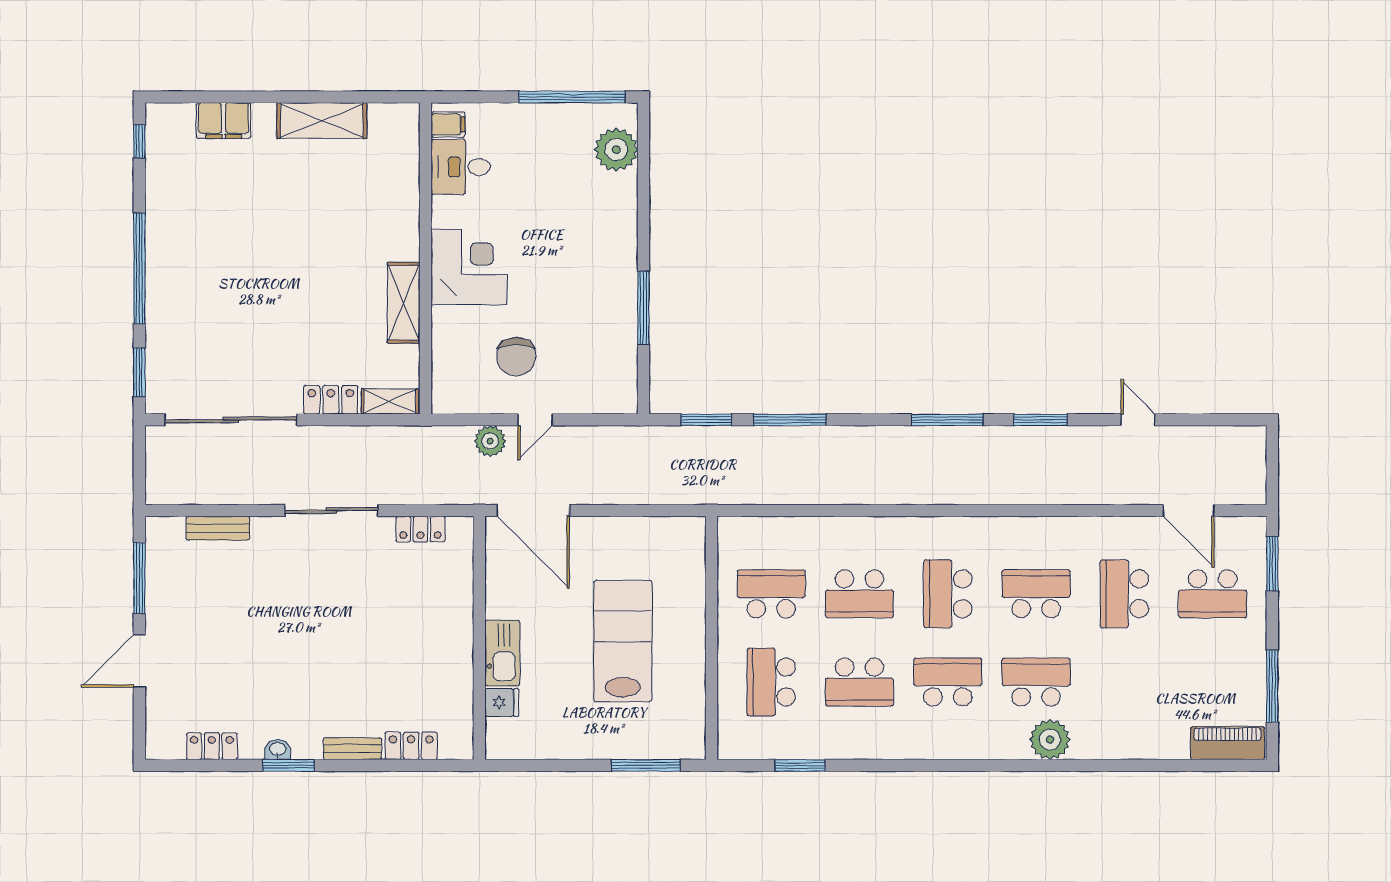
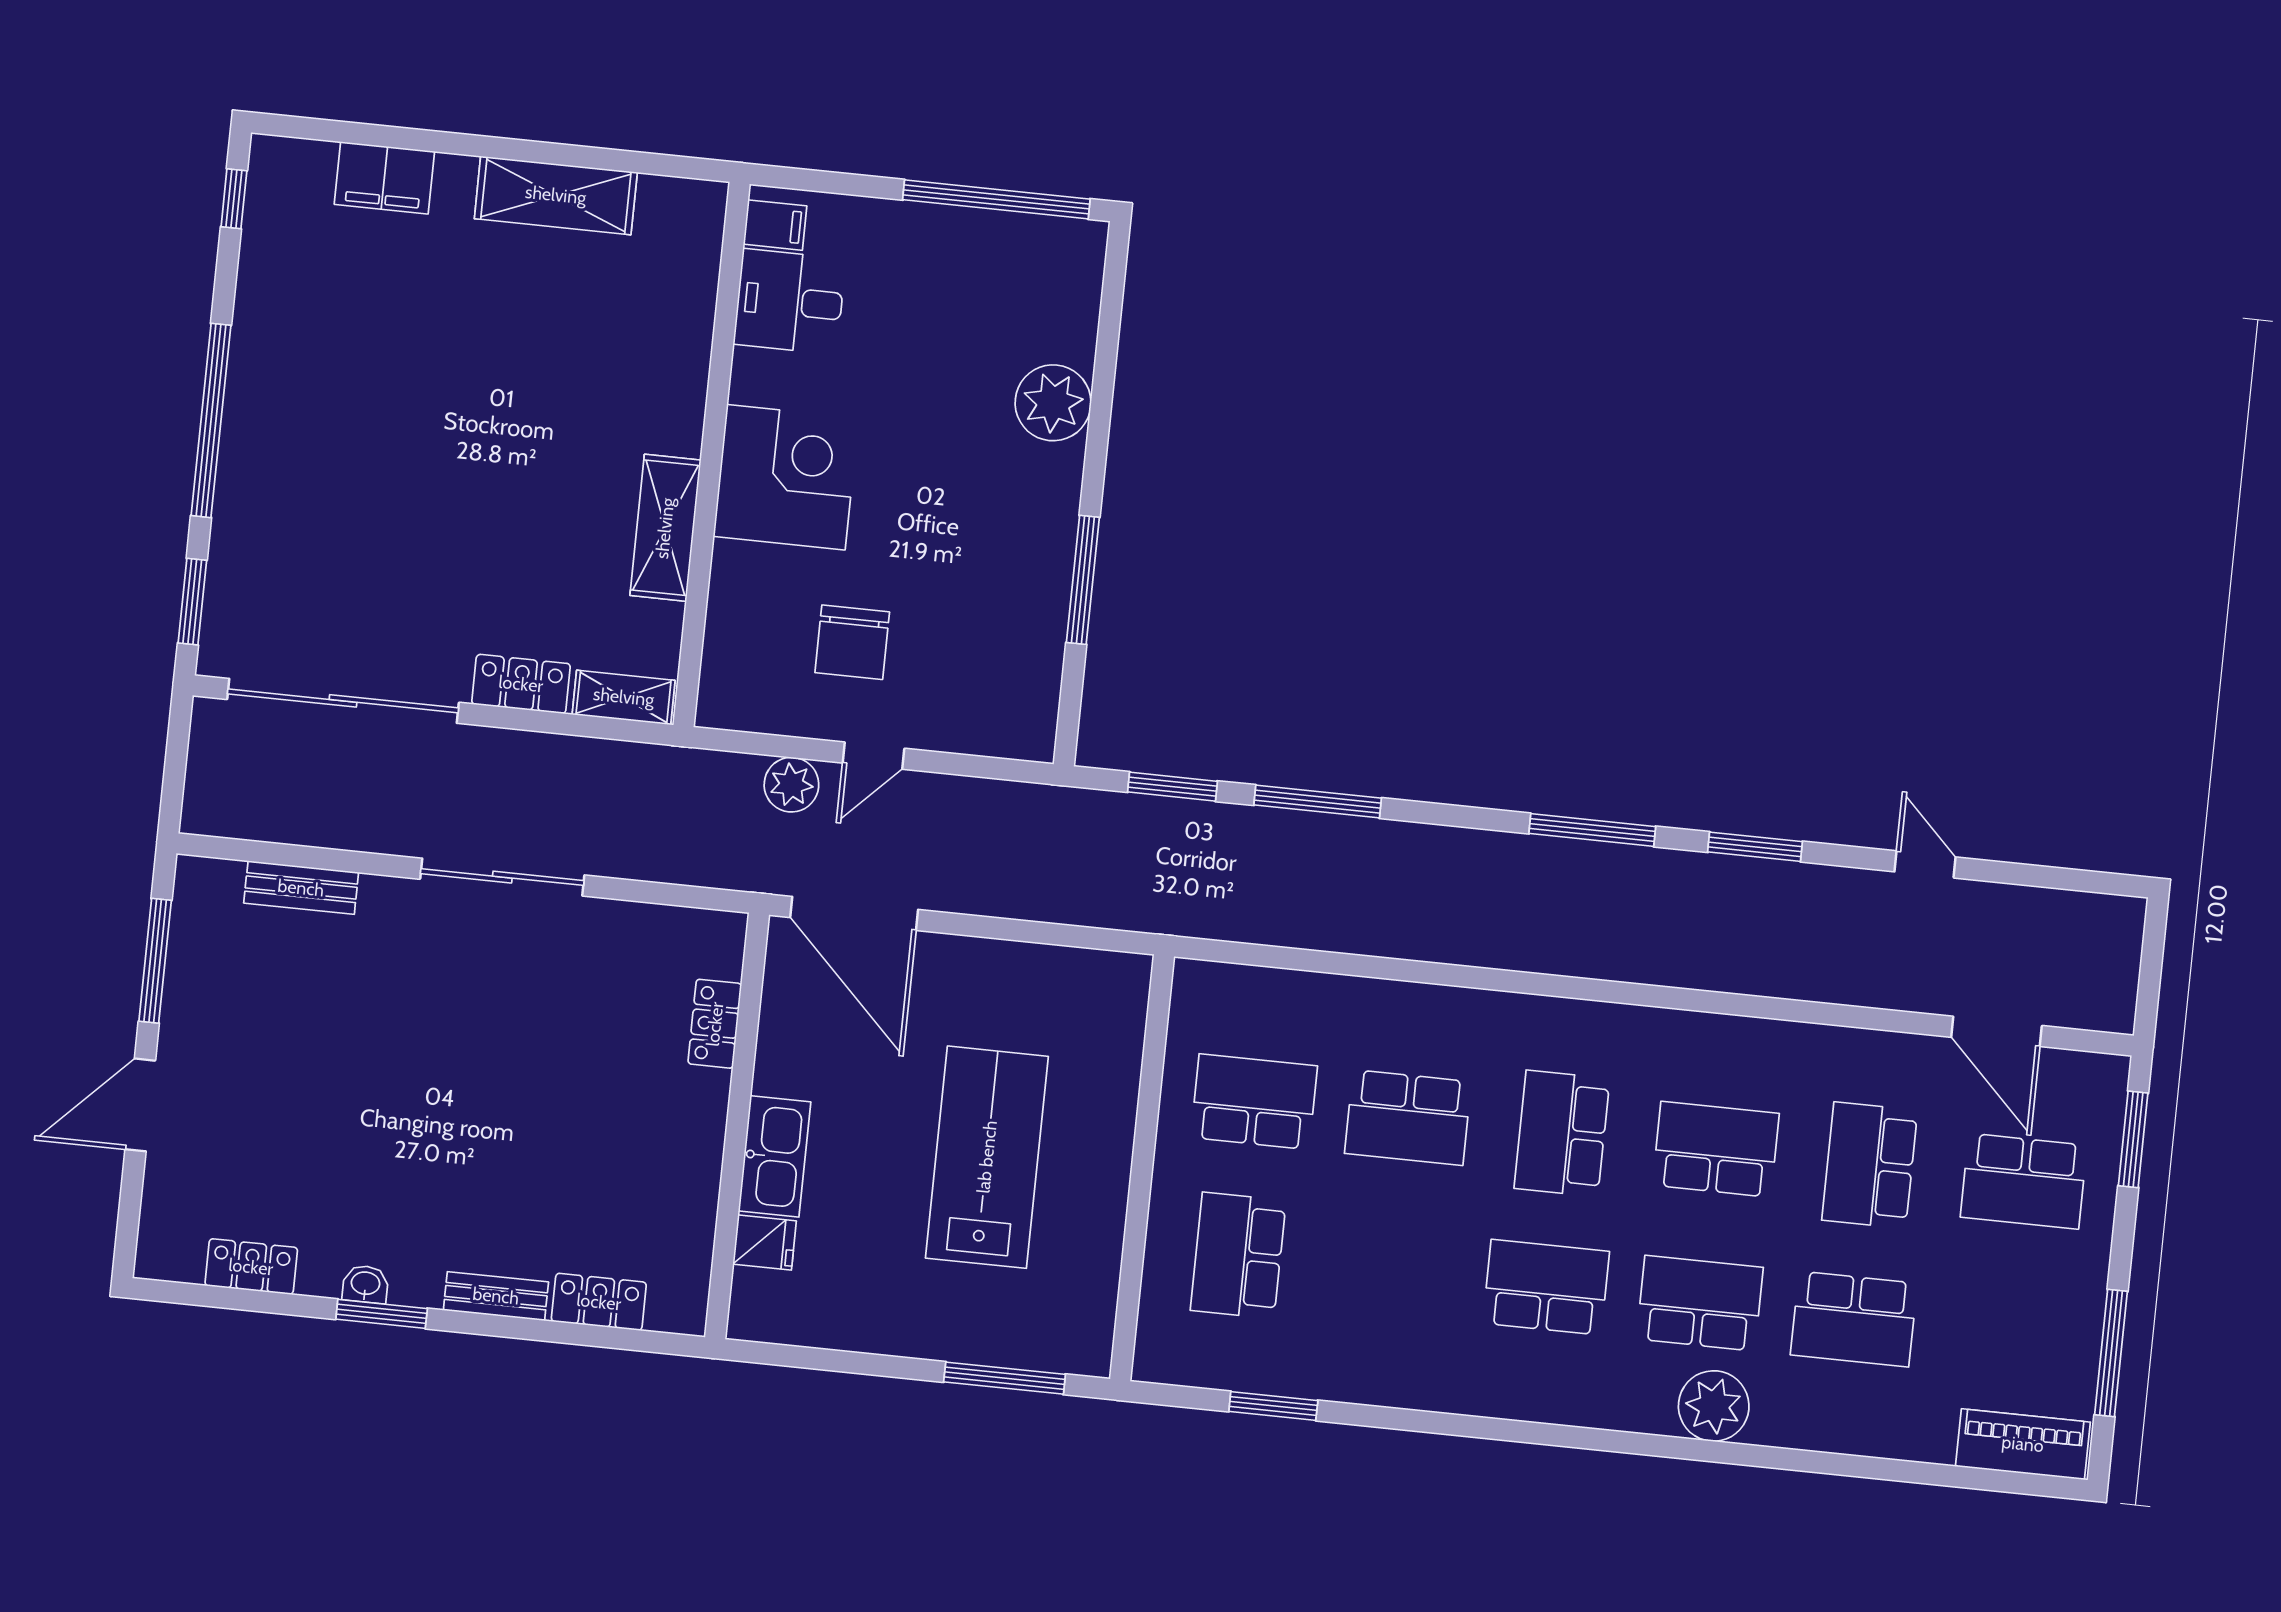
plant: (616, 150) -> (1053, 403), moved
locker: (420, 529) -> (715, 1024), moved, turned 90
school desk: (859, 682) -> (1854, 1319), moved

